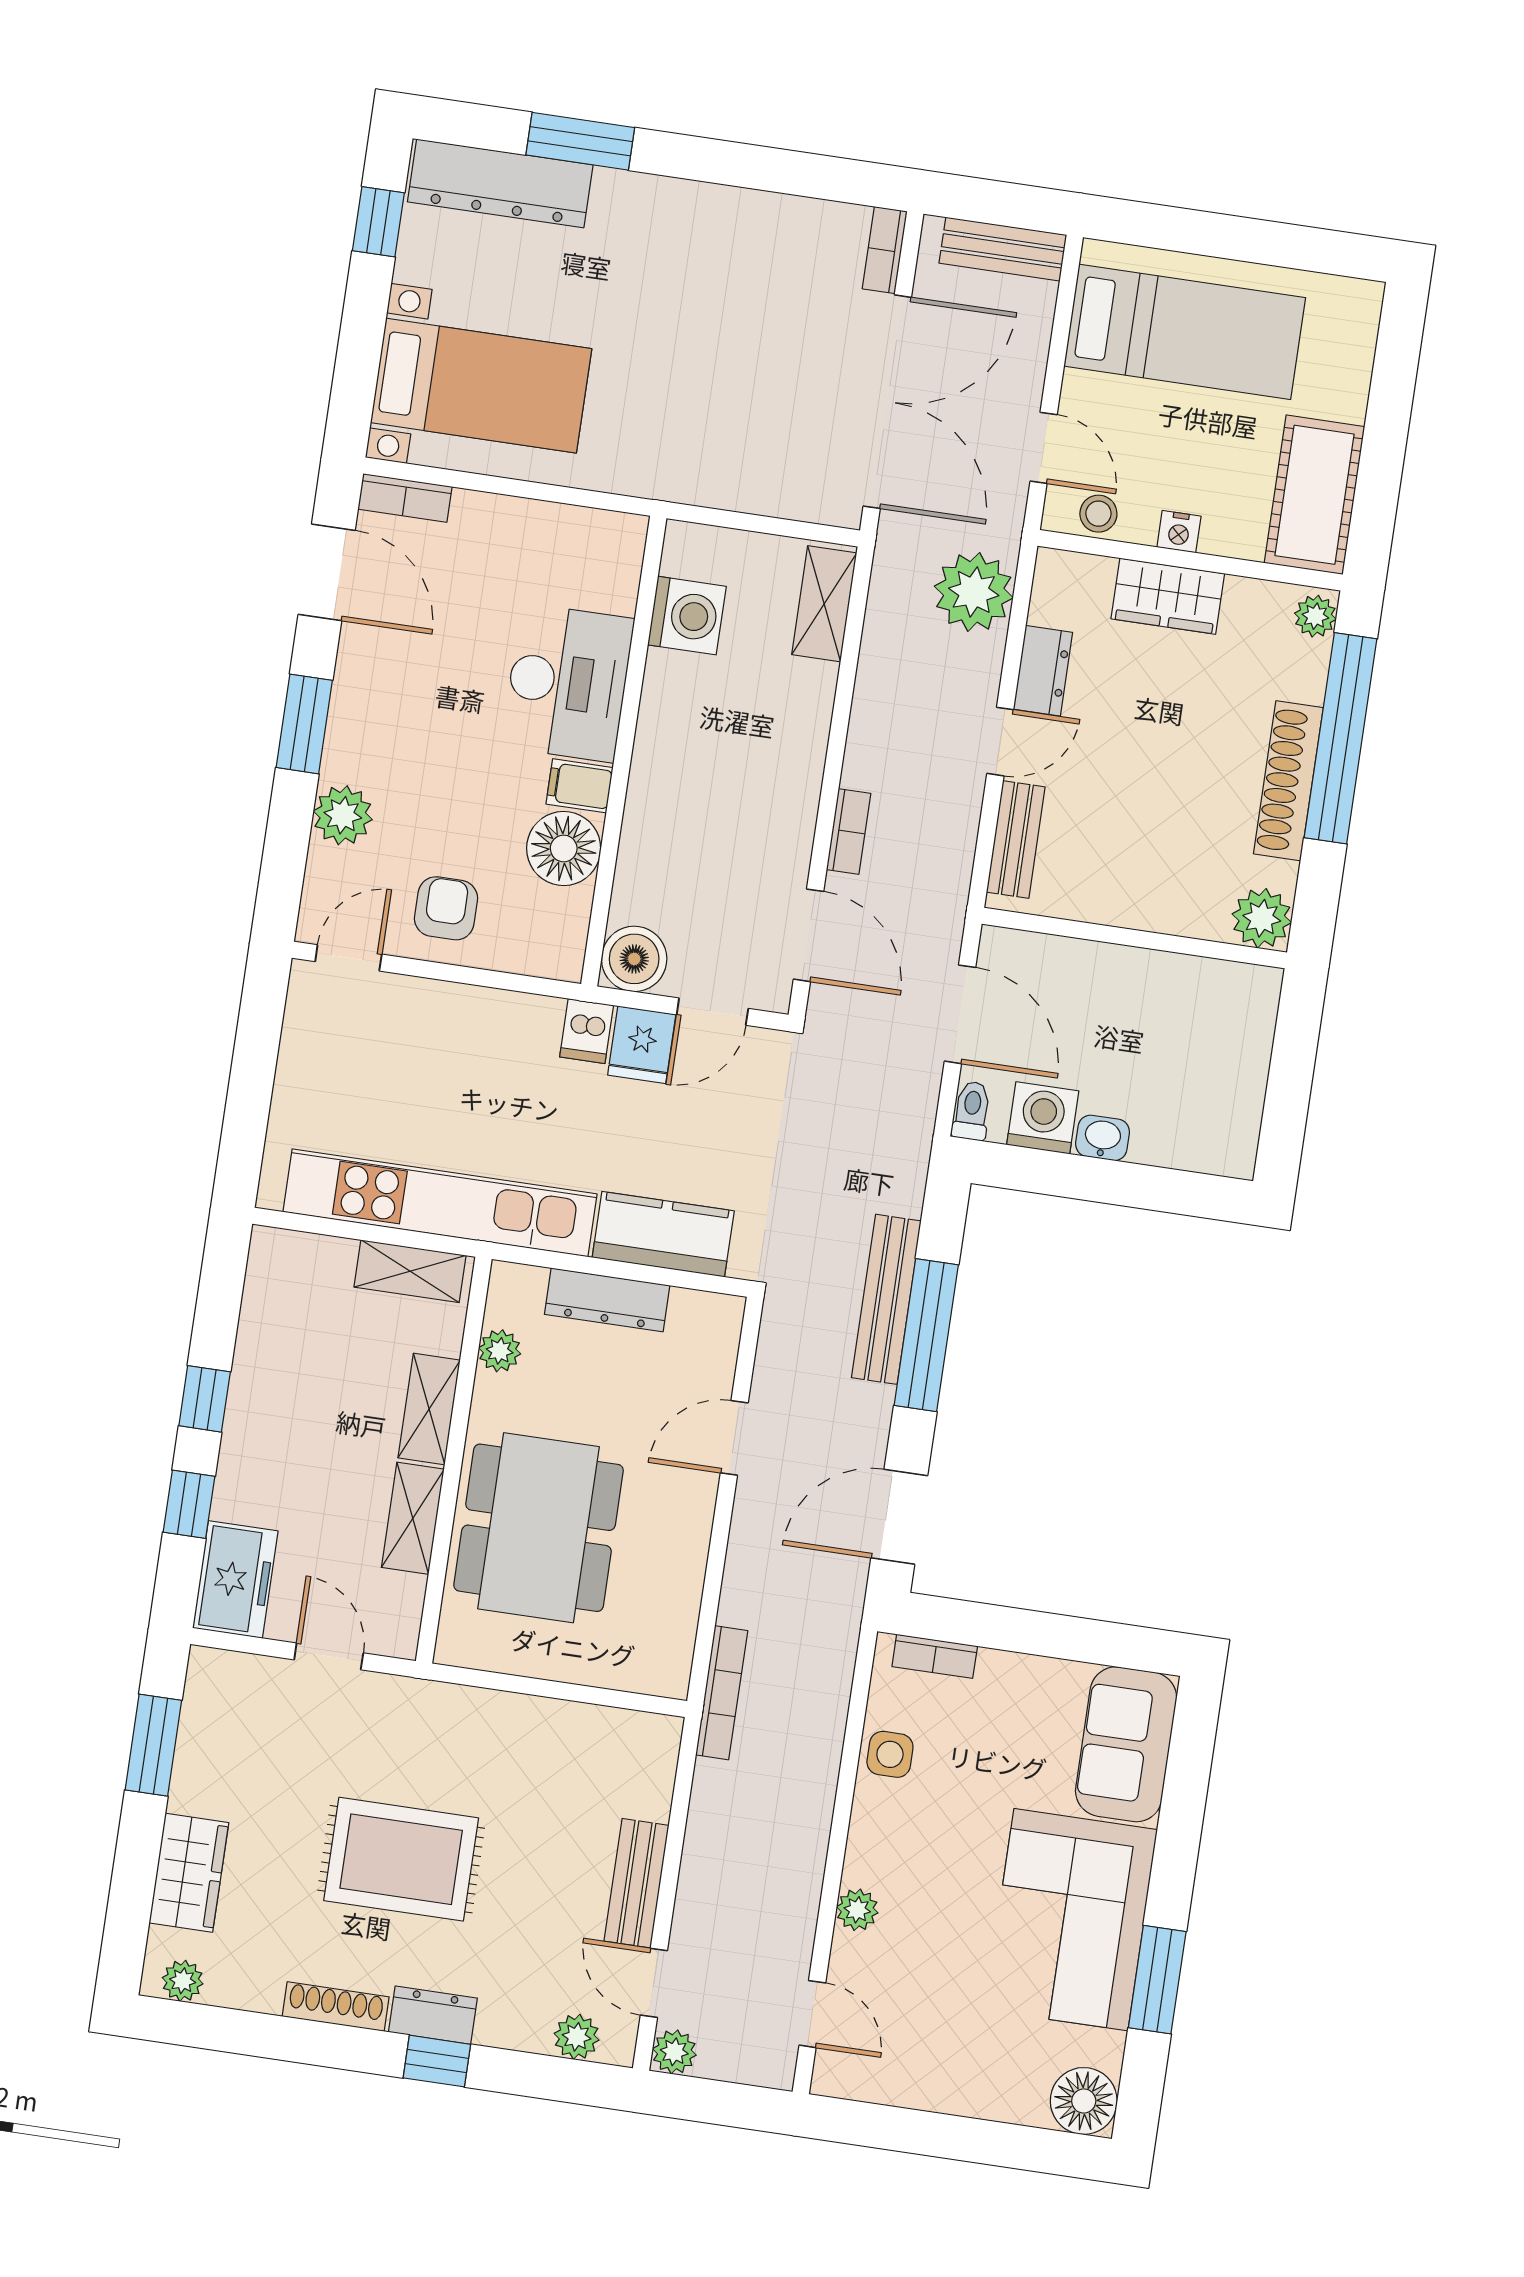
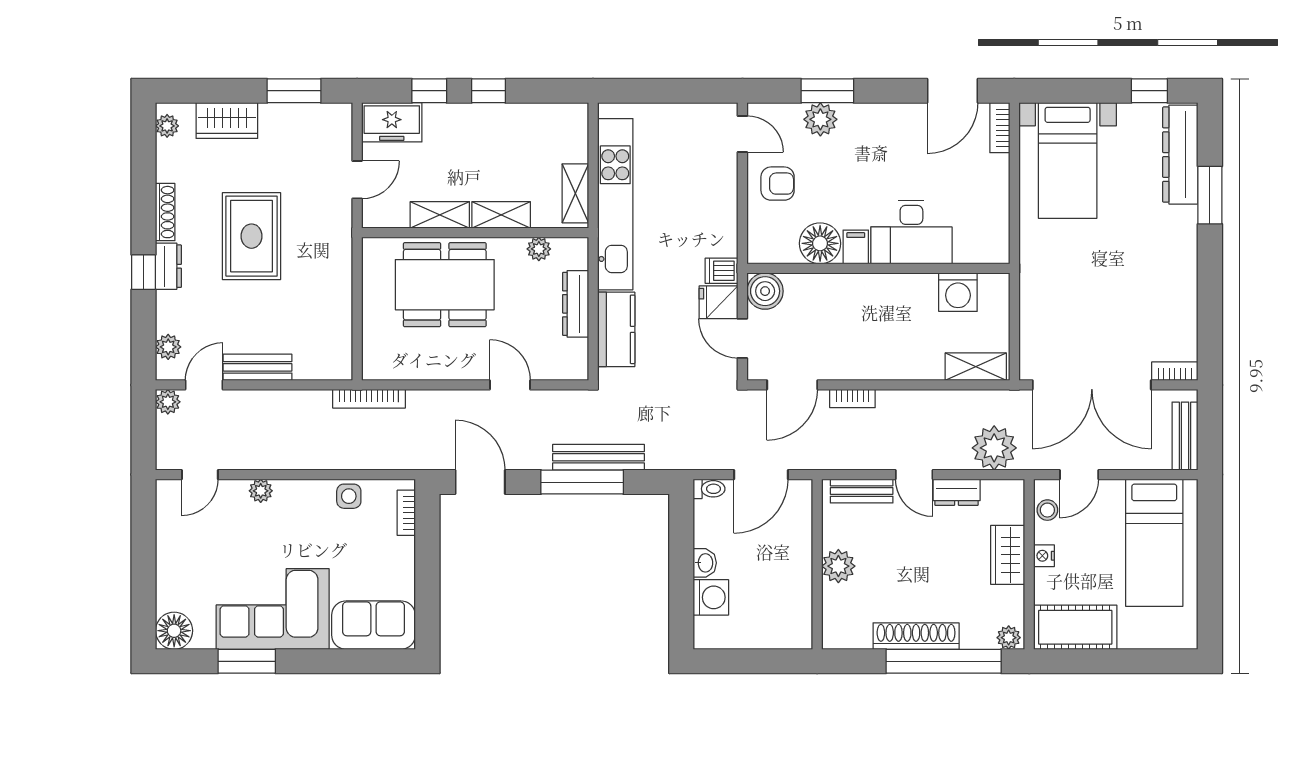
window: (304, 724) -> (827, 91), moved
plant: (1262, 918) -> (838, 566), moved
washing machine: (1043, 1118) -> (711, 597), moved

